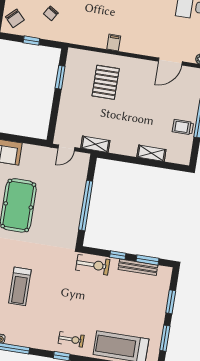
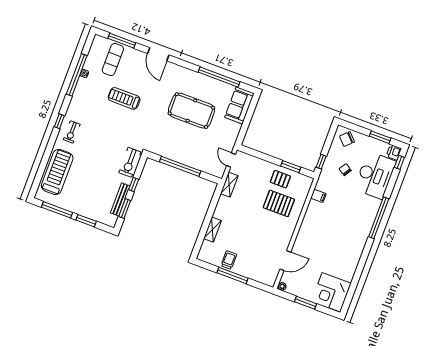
window: (31, 41) -> (321, 162), moved
filing cabinet: (114, 43) -> (318, 196), moved
door: (170, 61) -> (285, 261), swing flipped
pallet: (77, 86) -> (280, 179), added
window: (165, 338) -> (57, 210), width x1.44

